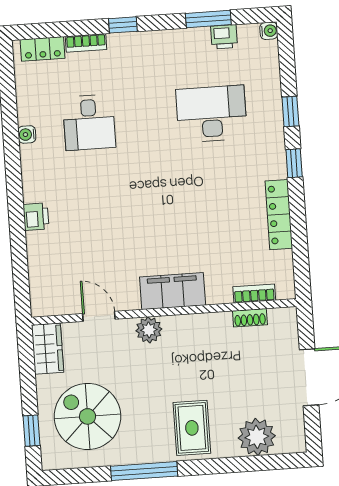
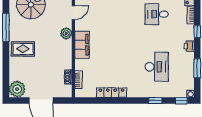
printer: (224, 37) -> (189, 46), moved
window: (294, 163) -> (181, 101), moved
plant: (257, 437) -> (17, 89), moved

